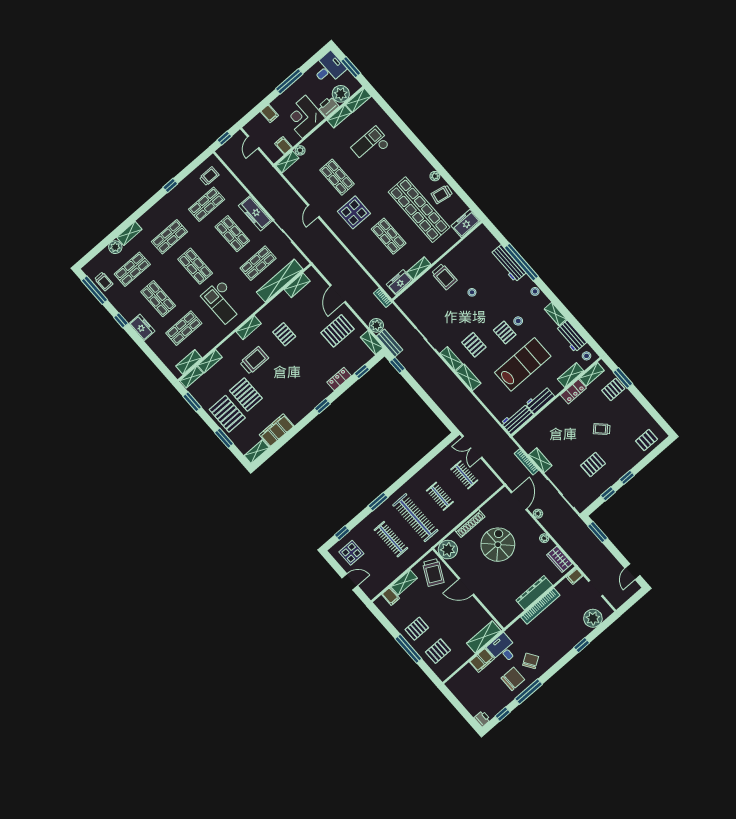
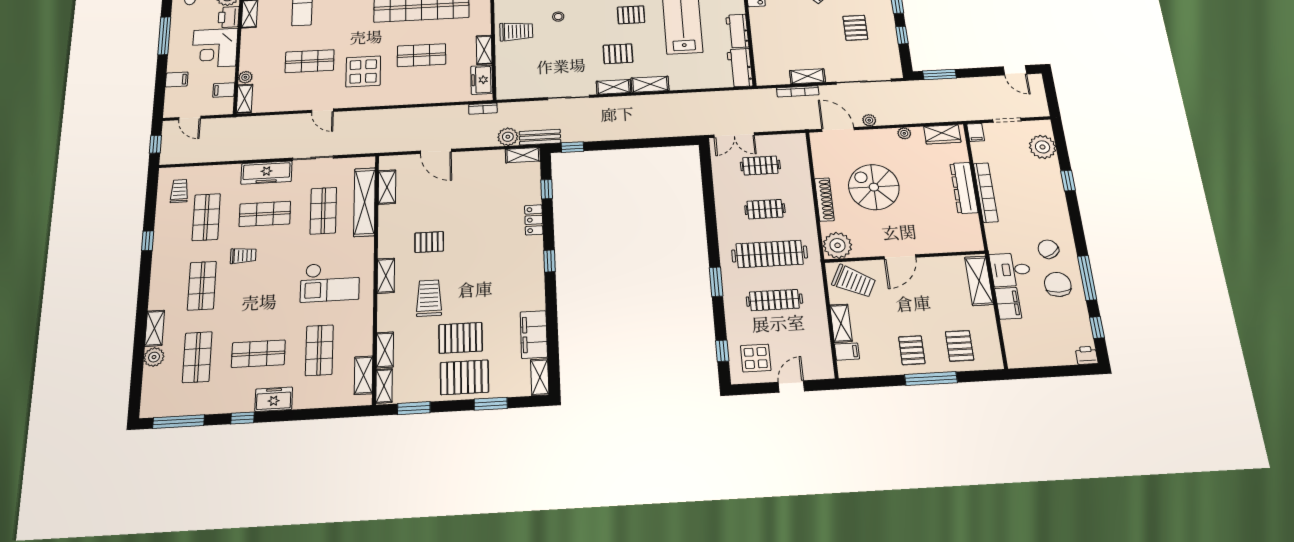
shop shelf: (195, 266) -> (262, 282), removed
trolley: (104, 281) -> (243, 256), moved
pallet: (338, 331) -> (477, 182), removed

